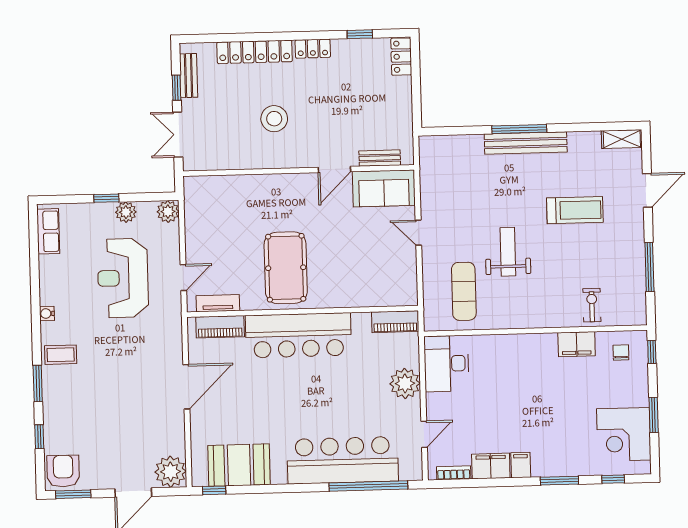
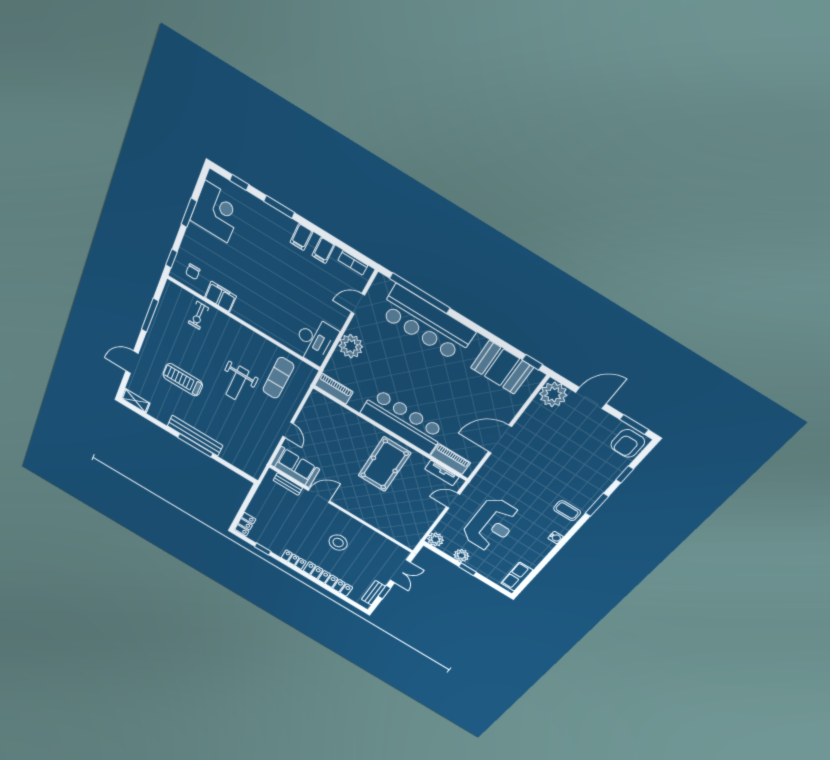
filing cabinet: (491, 466) -> (323, 250), width x0.50

